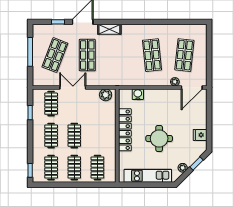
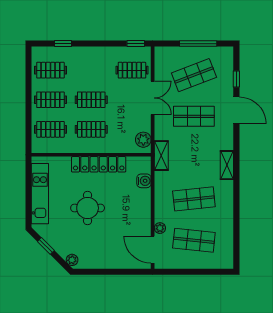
shelving: (109, 29) -> (227, 165), moved
shop shelf: (55, 55) -> (194, 75), turned -42
shelving: (118, 81) -> (161, 156), added
window: (30, 113) -> (136, 44), moved
fridge: (200, 135) -> (92, 260), removed
clothes rail: (51, 136) -> (91, 129), moved
window: (196, 164) -> (46, 246), moved
plant: (183, 168) -> (72, 260), moved
window: (30, 170) -> (63, 44), moved

